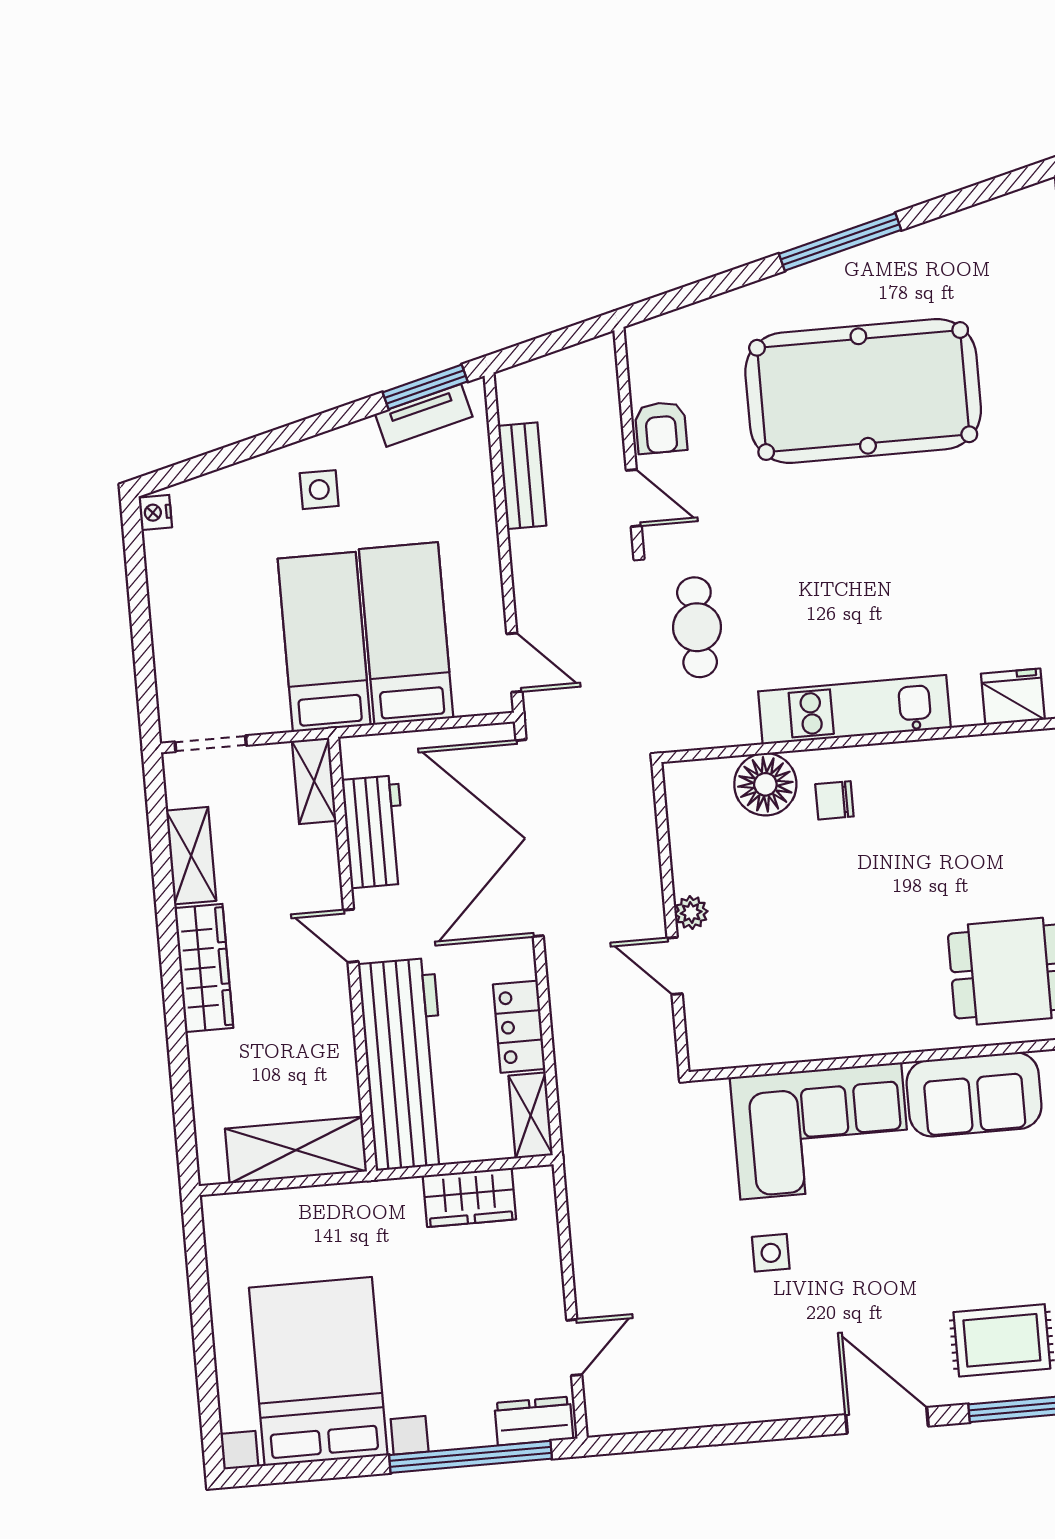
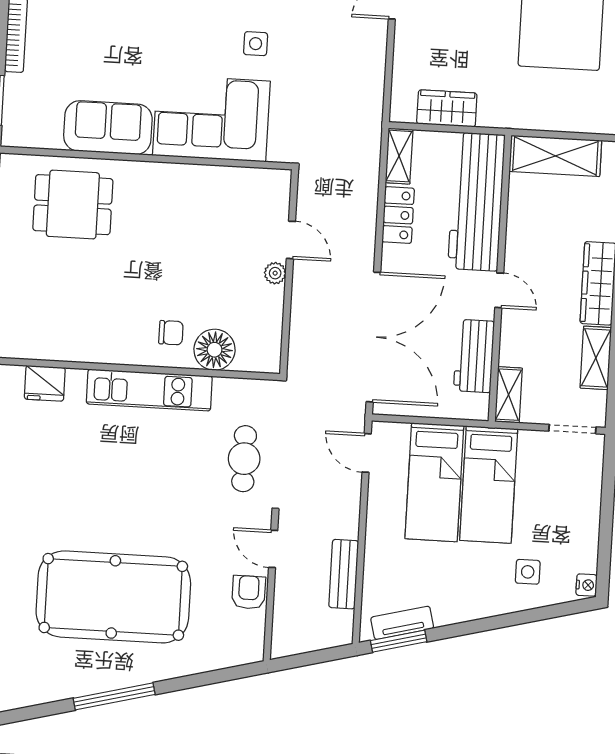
side table: (319, 490) -> (528, 572), moved

